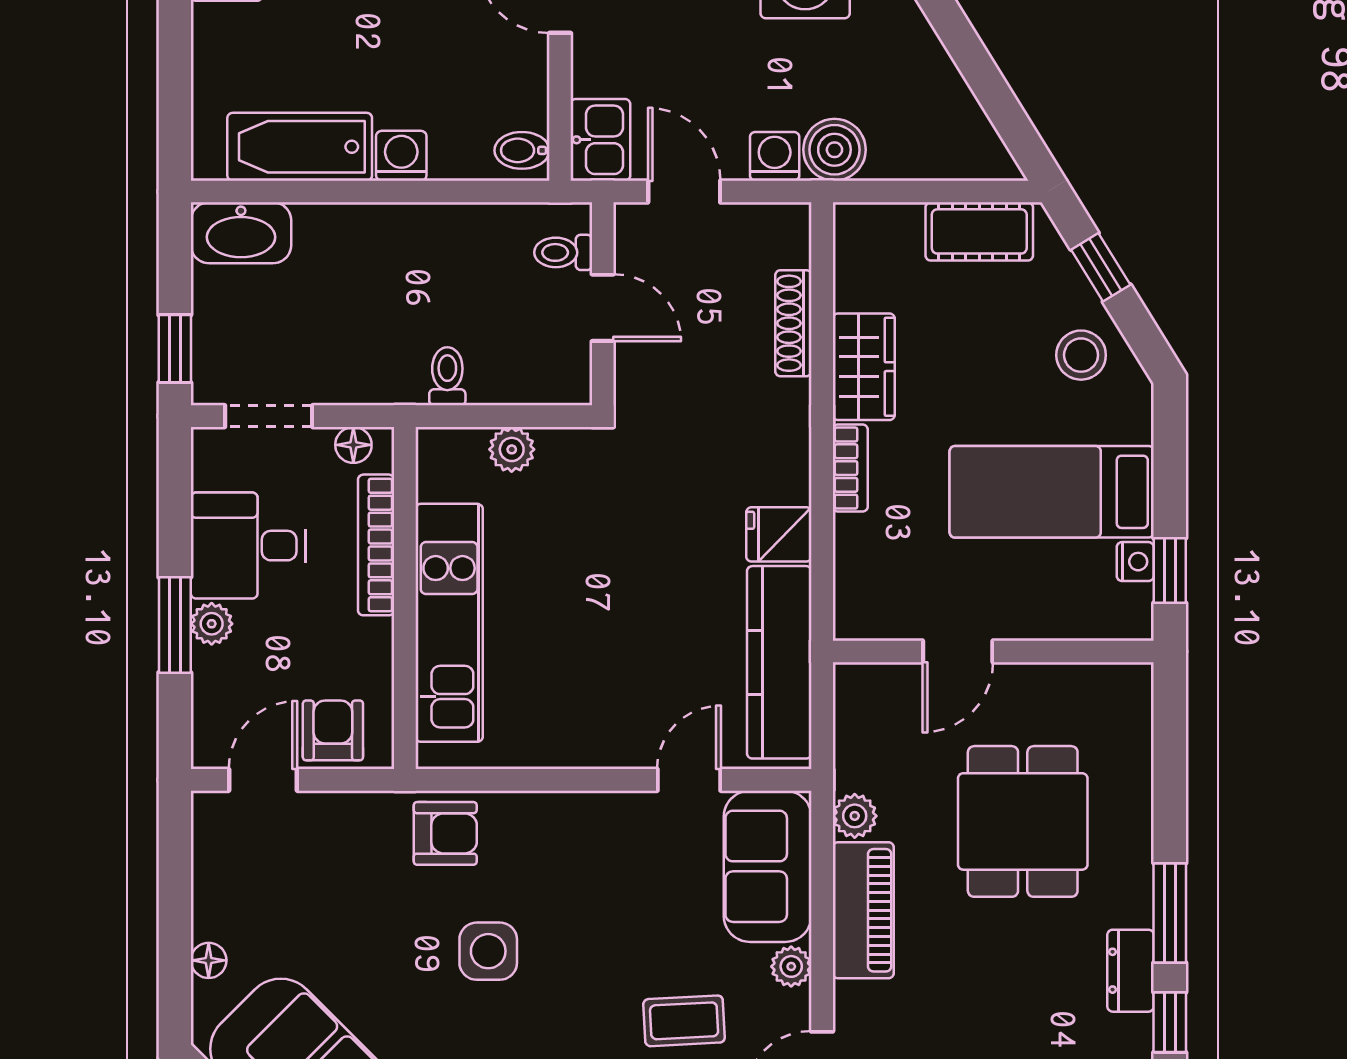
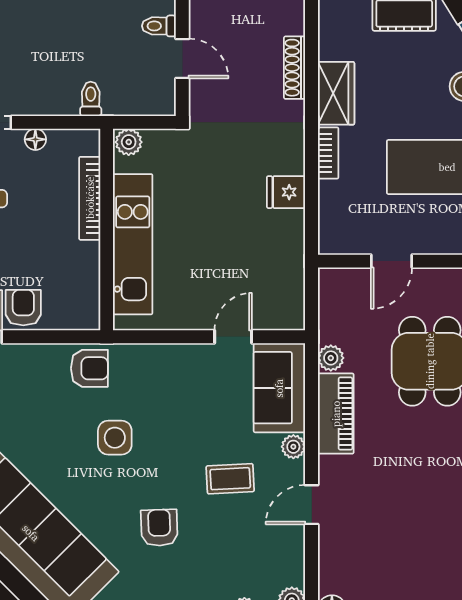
bookcase: (376, 545) -> (90, 198), moved
wall: (405, 598) -> (107, 230), moved
kitchen unit: (449, 623) -> (133, 244), moved
kitchen counter: (779, 662) -> (286, 267), removed

